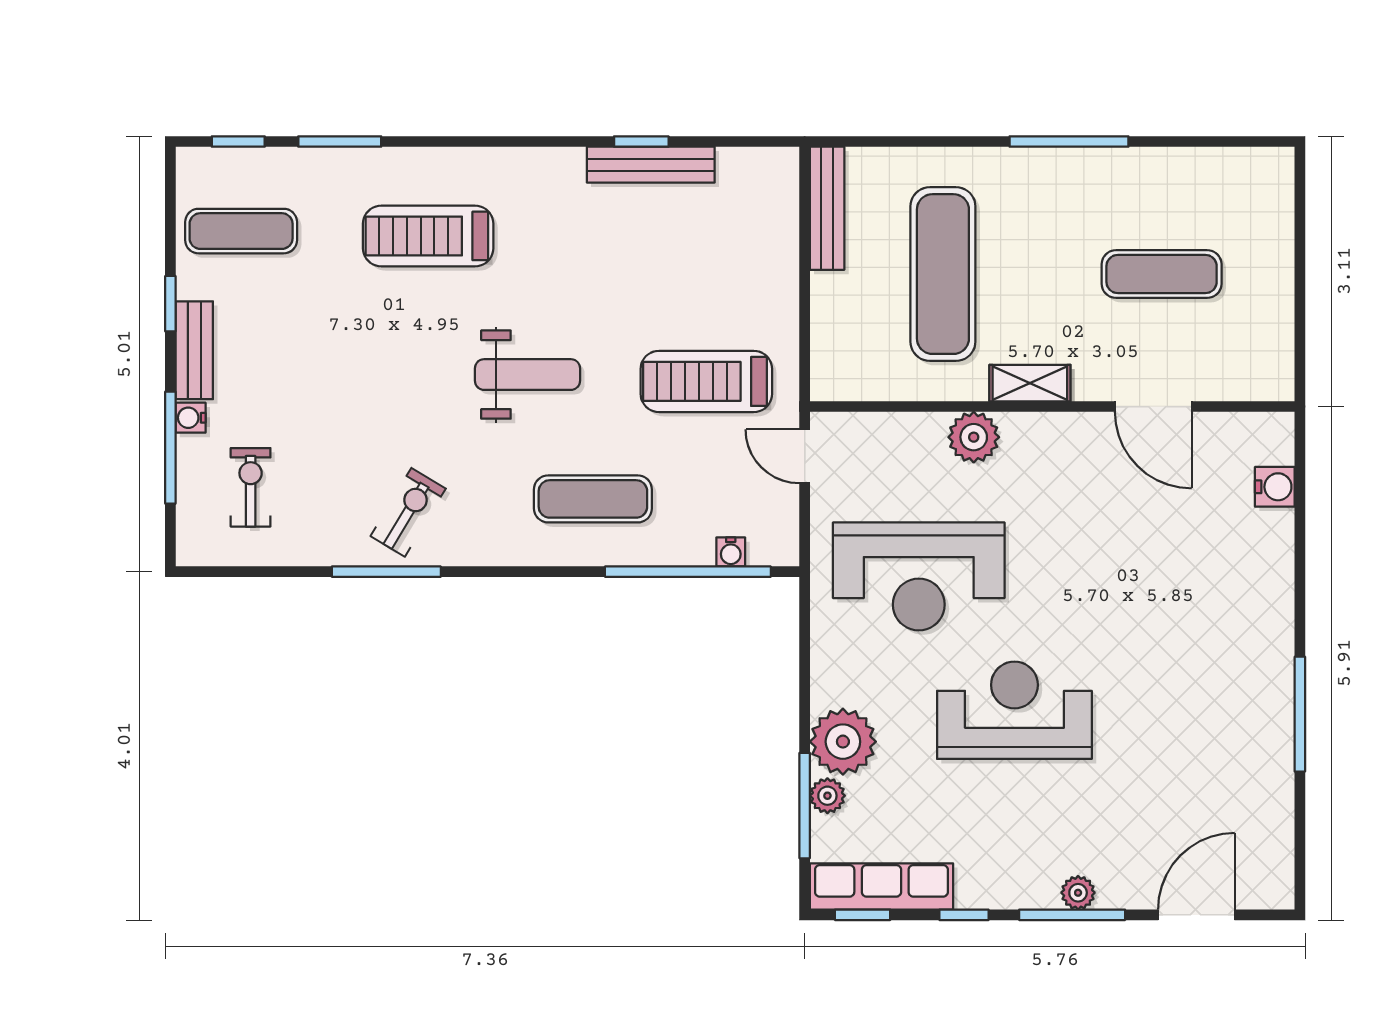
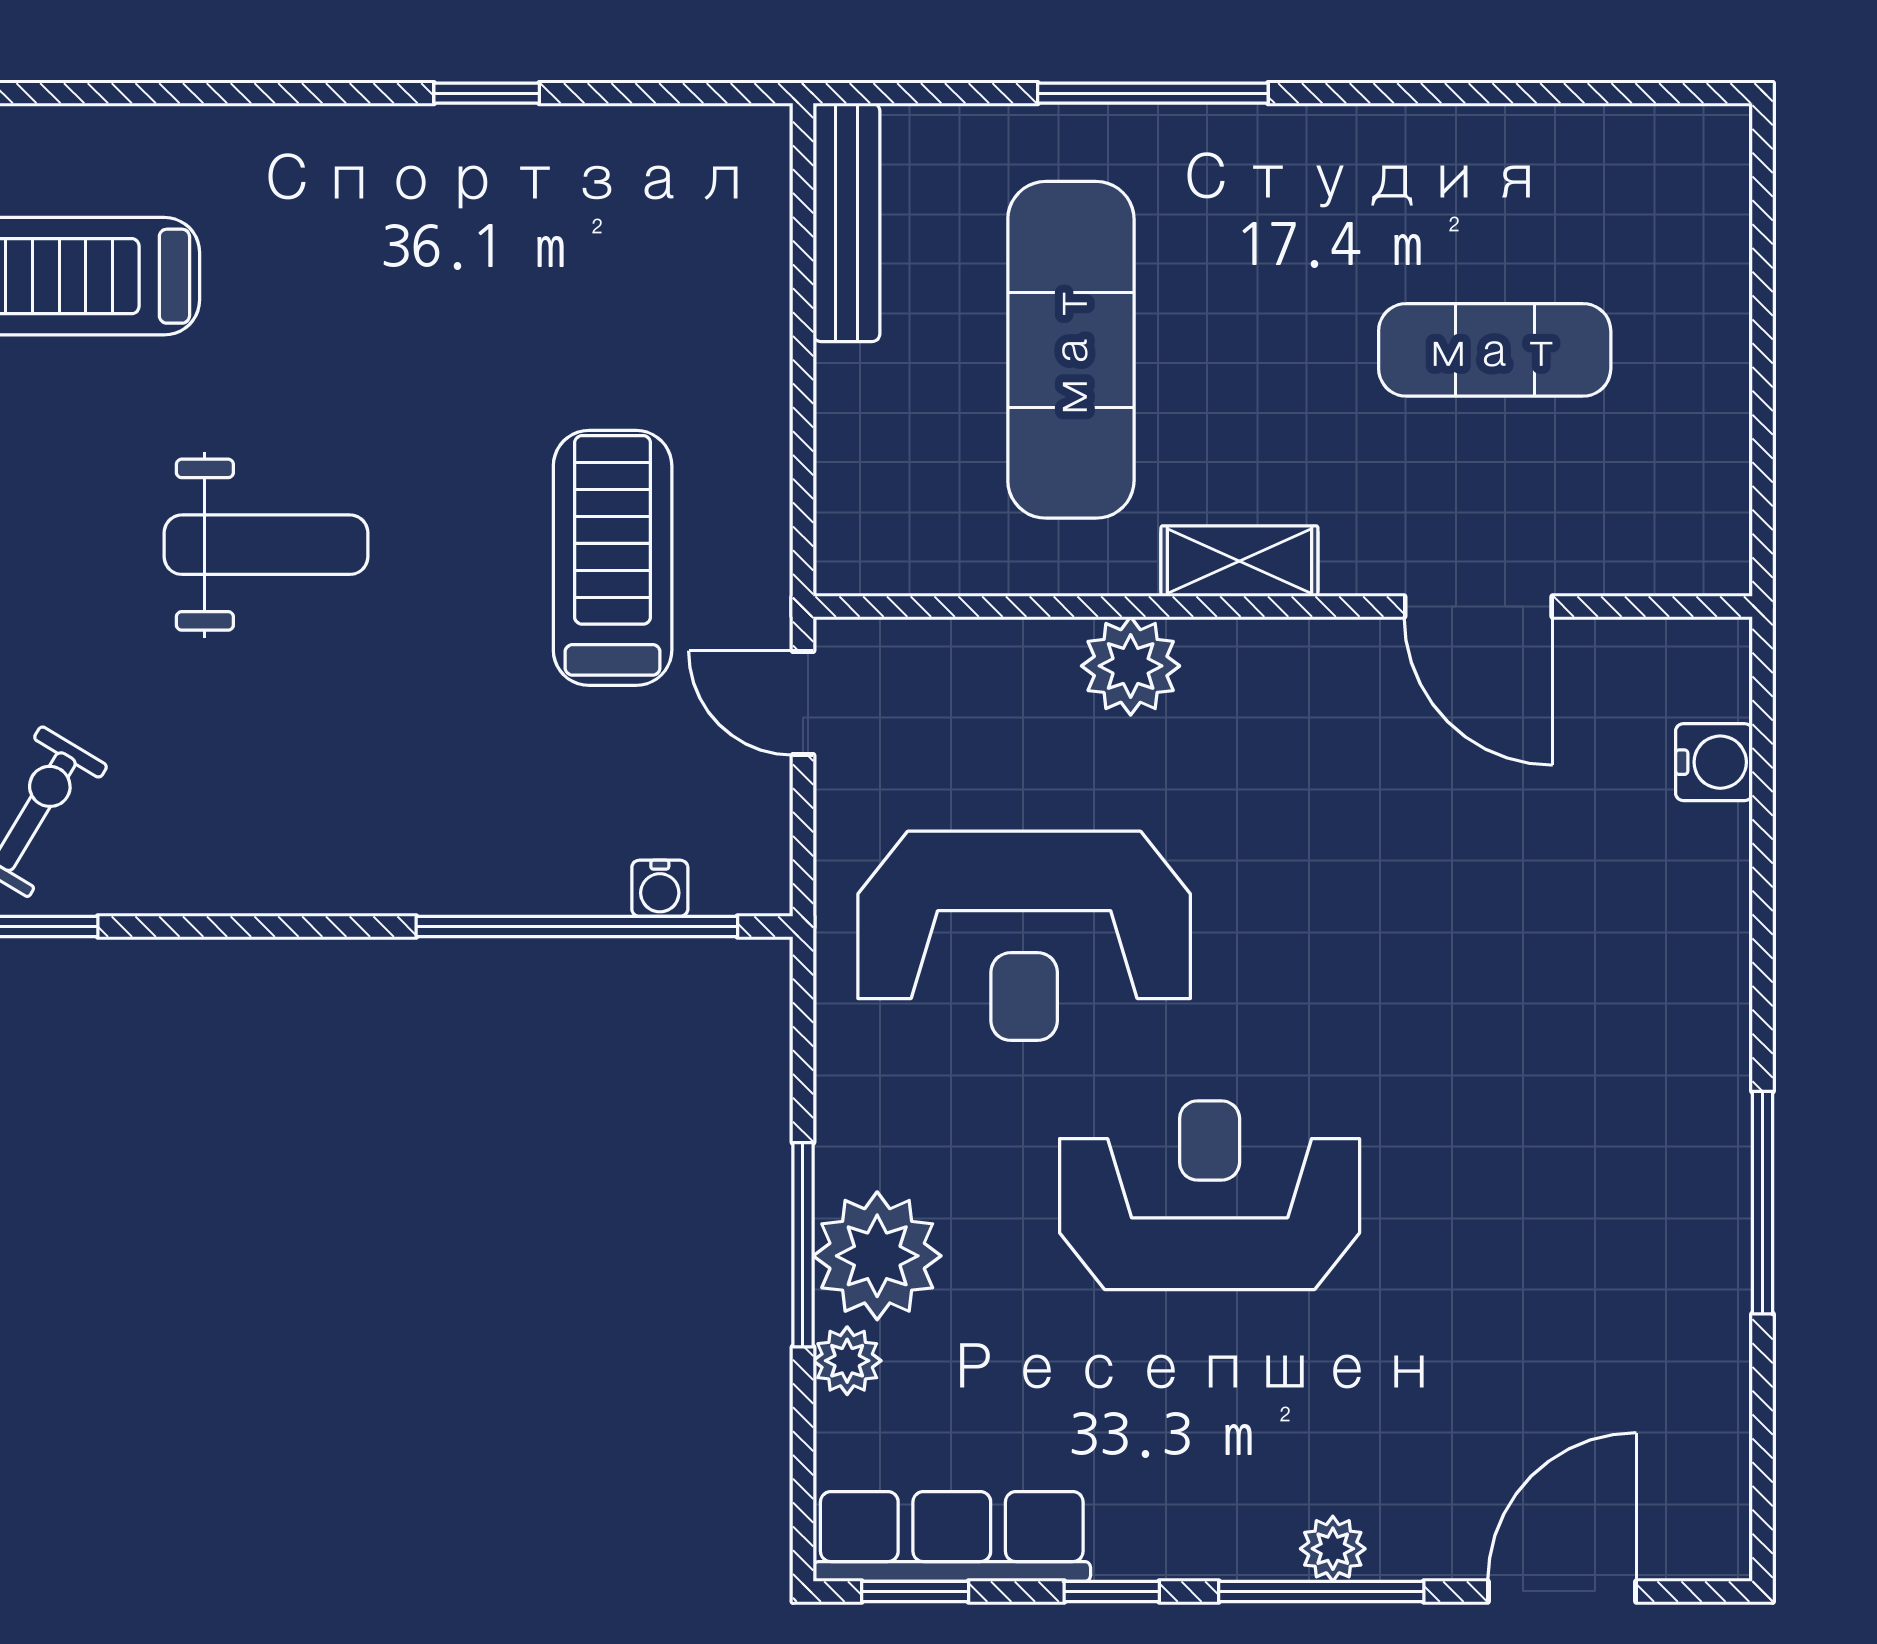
window: (1069, 142) -> (1153, 93), moved
bench: (651, 165) -> (505, 138), removed
treadmill: (706, 381) -> (613, 558), turned 90
exercise mat: (593, 499) -> (393, 786), removed
window: (805, 806) -> (803, 1245), moved

